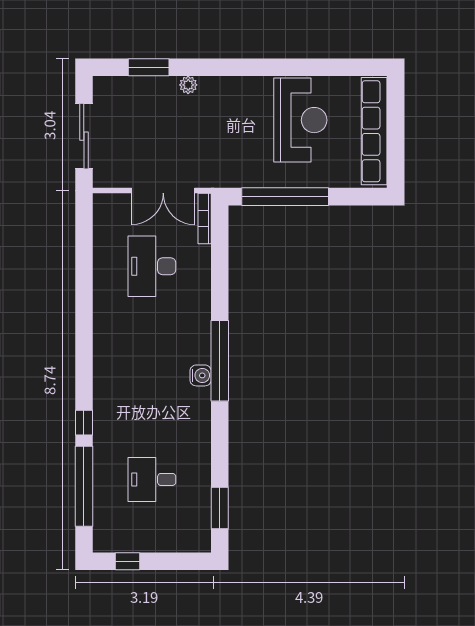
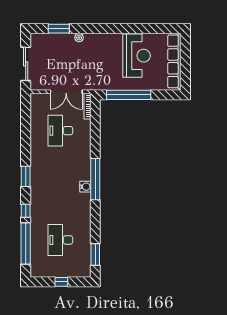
window: (84, 355) -> (26, 176), added
desk: (152, 479) -> (60, 240), width x1.37
window: (127, 561) -> (61, 282), moved

